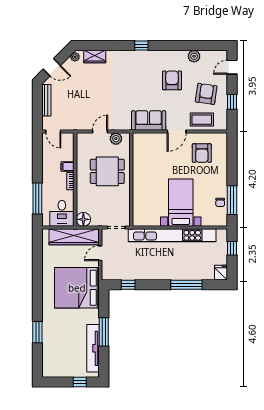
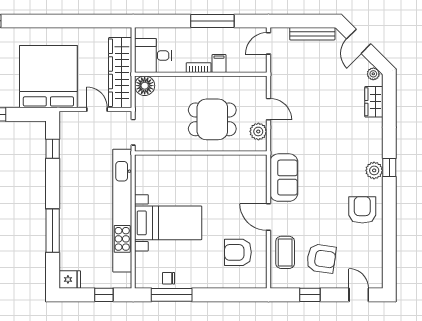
plant: (194, 56) -> (374, 170), moved
armchair: (172, 80) -> (362, 210), moved, turned -90
dining table: (107, 171) -> (212, 119), turned 90
window: (37, 199) -> (212, 21), moved

